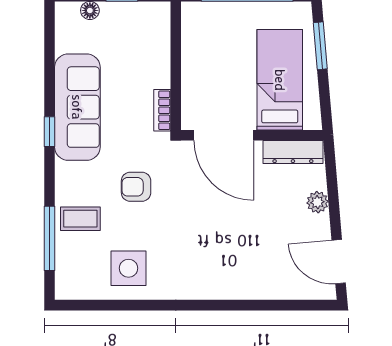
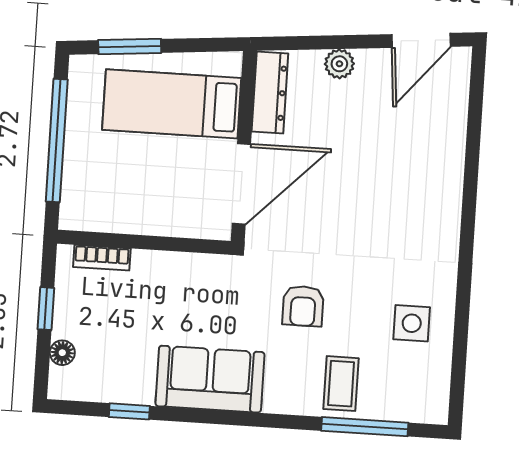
sofa: (77, 107) -> (210, 379), width x0.73
bookcase: (162, 110) -> (102, 258), moved
window: (50, 132) -> (129, 411), moved
side table: (129, 268) -> (412, 323), width x0.73, depth x0.73

